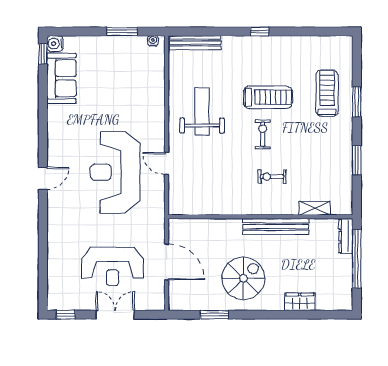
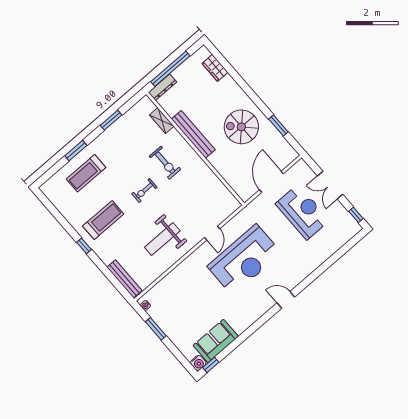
treadmill: (268, 97) -> (103, 220), moved, turned 90
exercise bike: (272, 177) -> (165, 163), width x1.38, depth x1.39
wardrobe: (300, 302) -> (215, 68), moved

